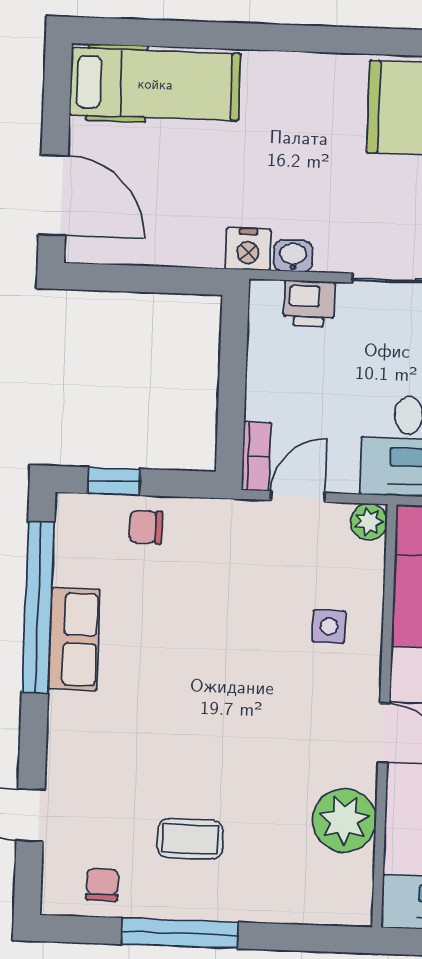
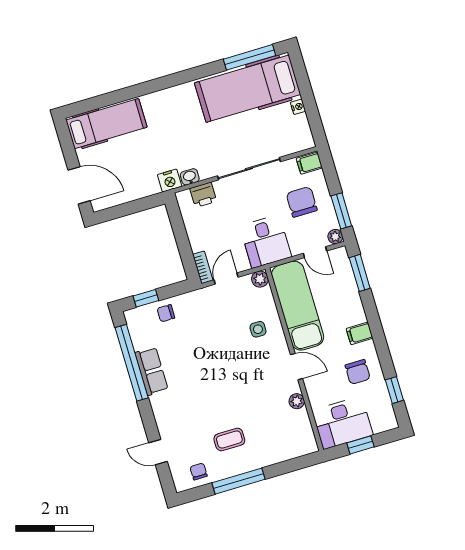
plant: (344, 820) -> (297, 401), width x0.53, depth x0.53

